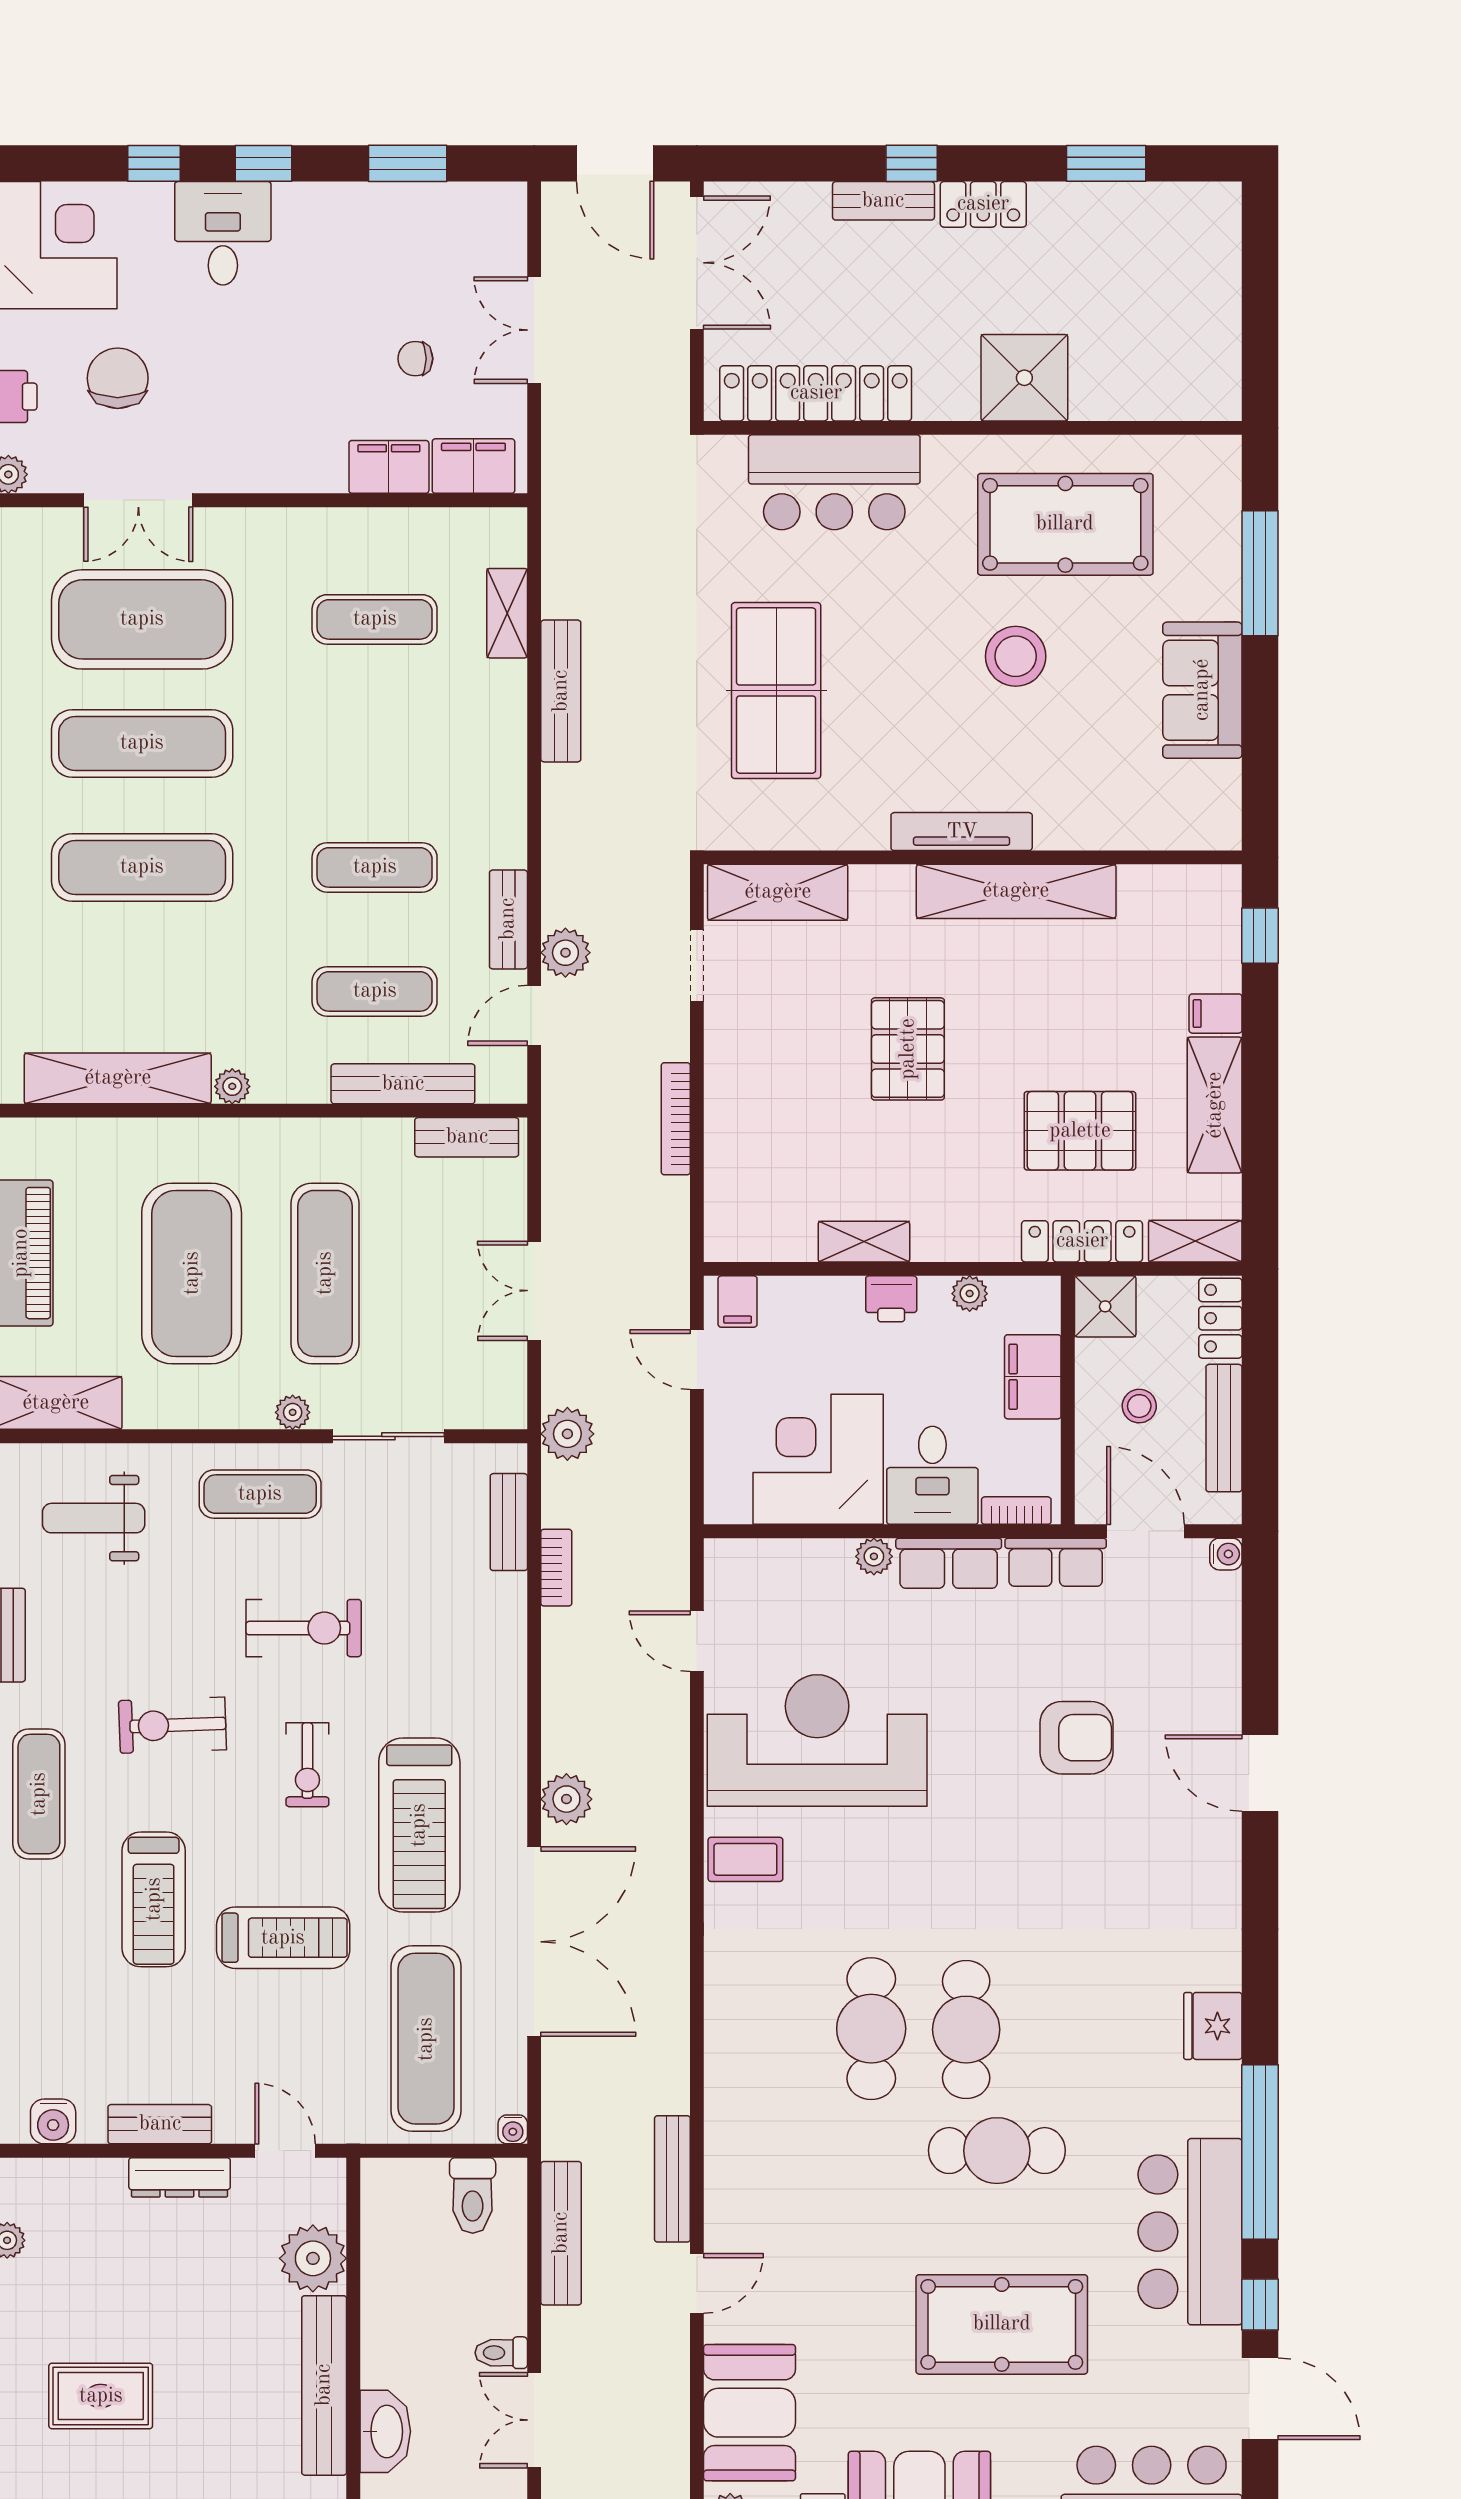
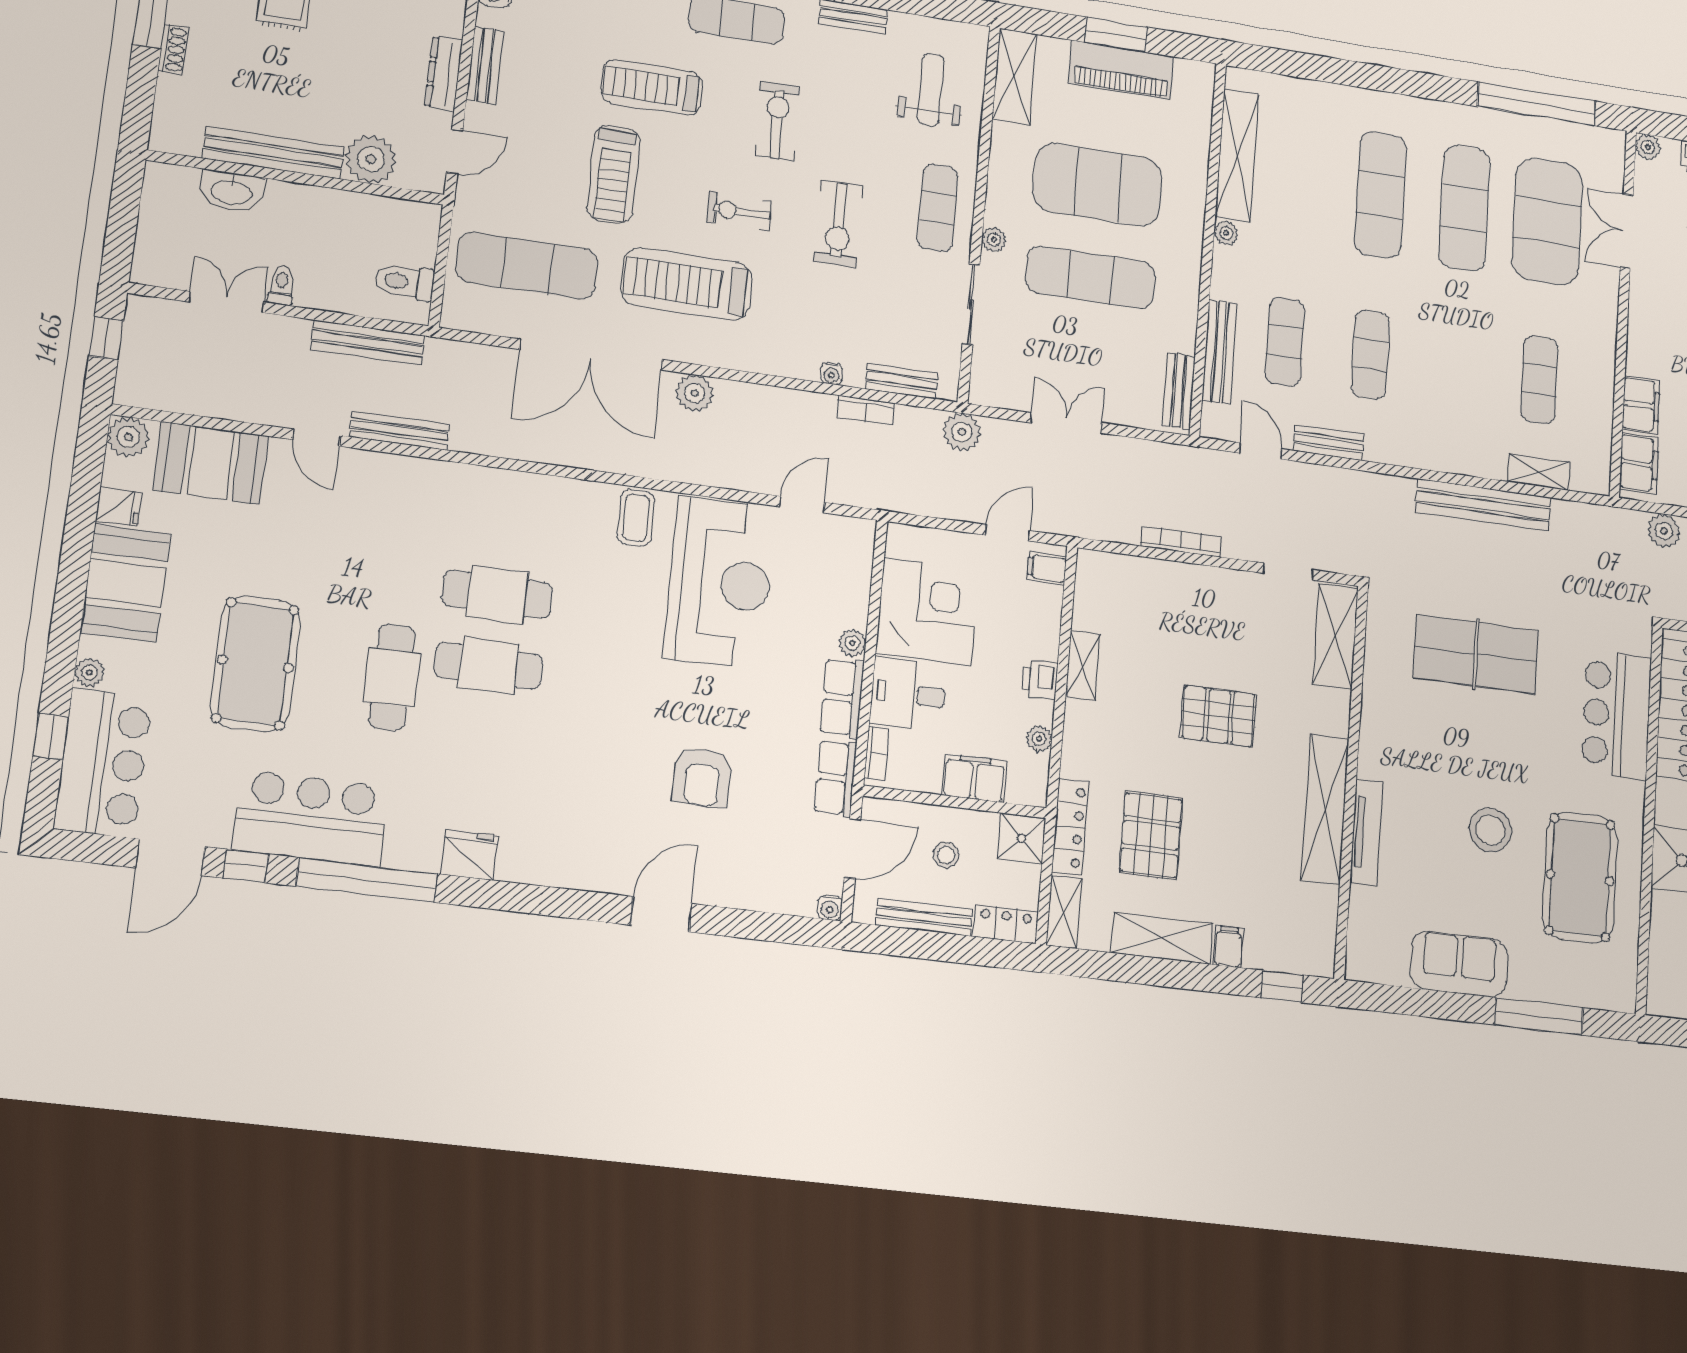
bench: (561, 691) -> (1484, 505), width x1.37, depth x1.21
tv unit: (962, 832) -> (1366, 832), moved
plant: (565, 953) -> (1664, 531), moved
water cooler: (513, 2129) -> (832, 374), moved, turned -90

